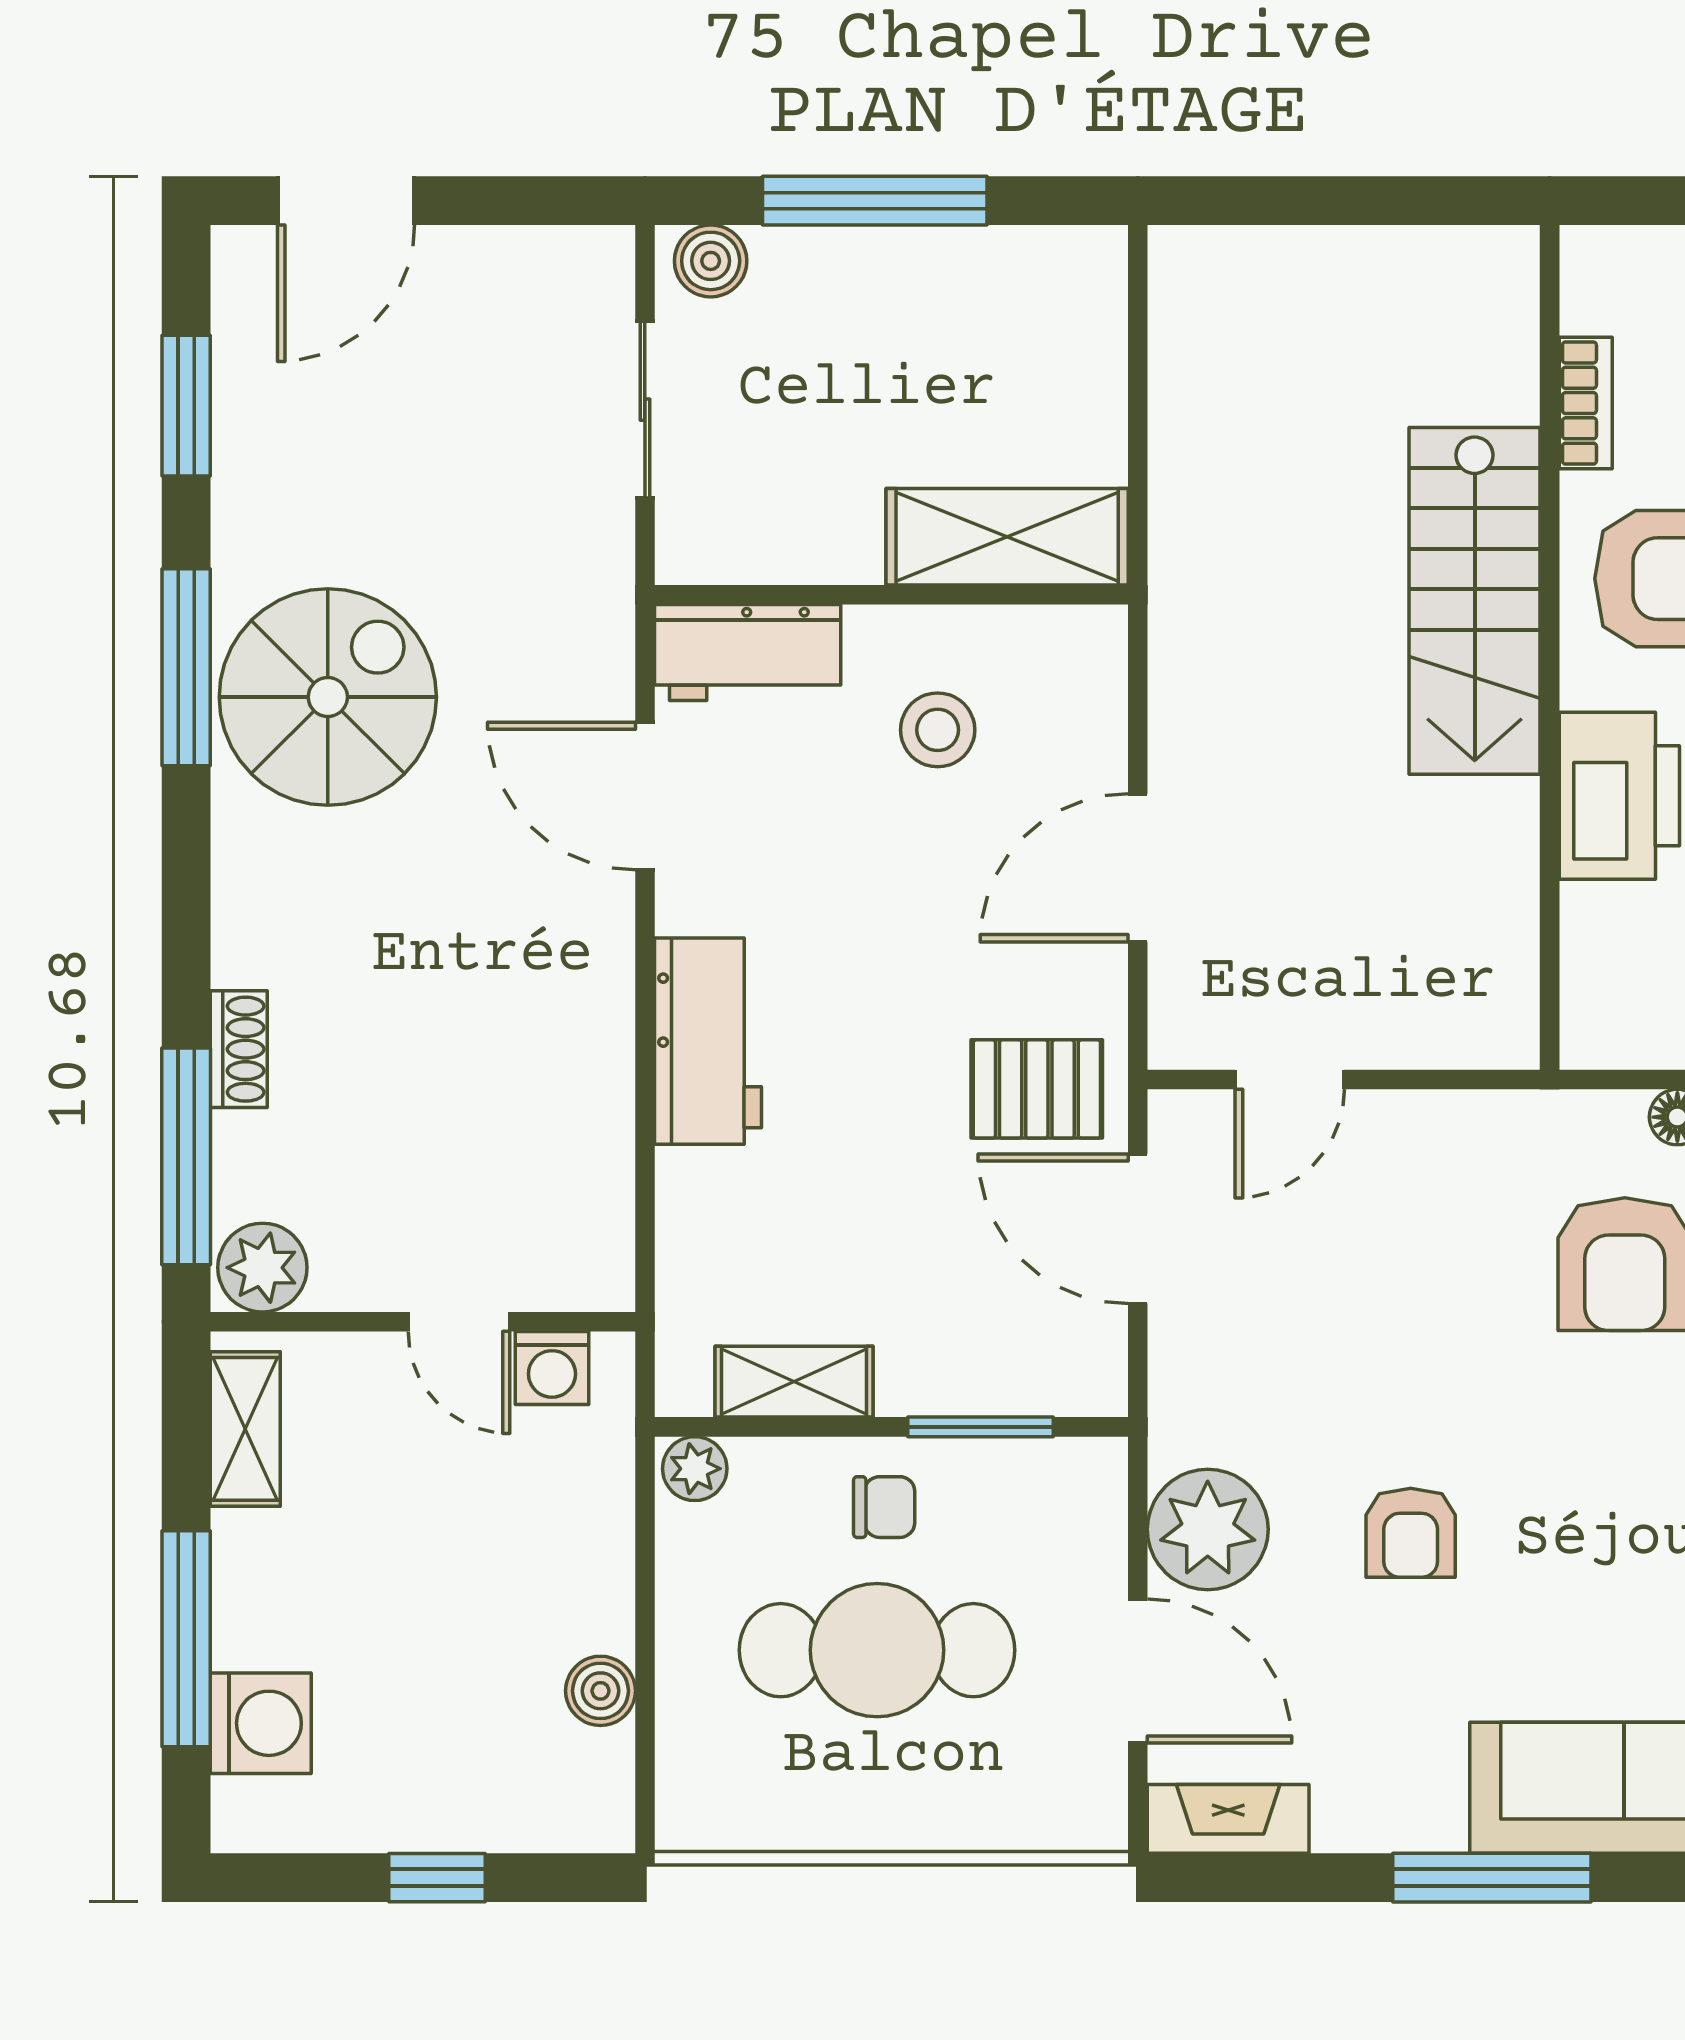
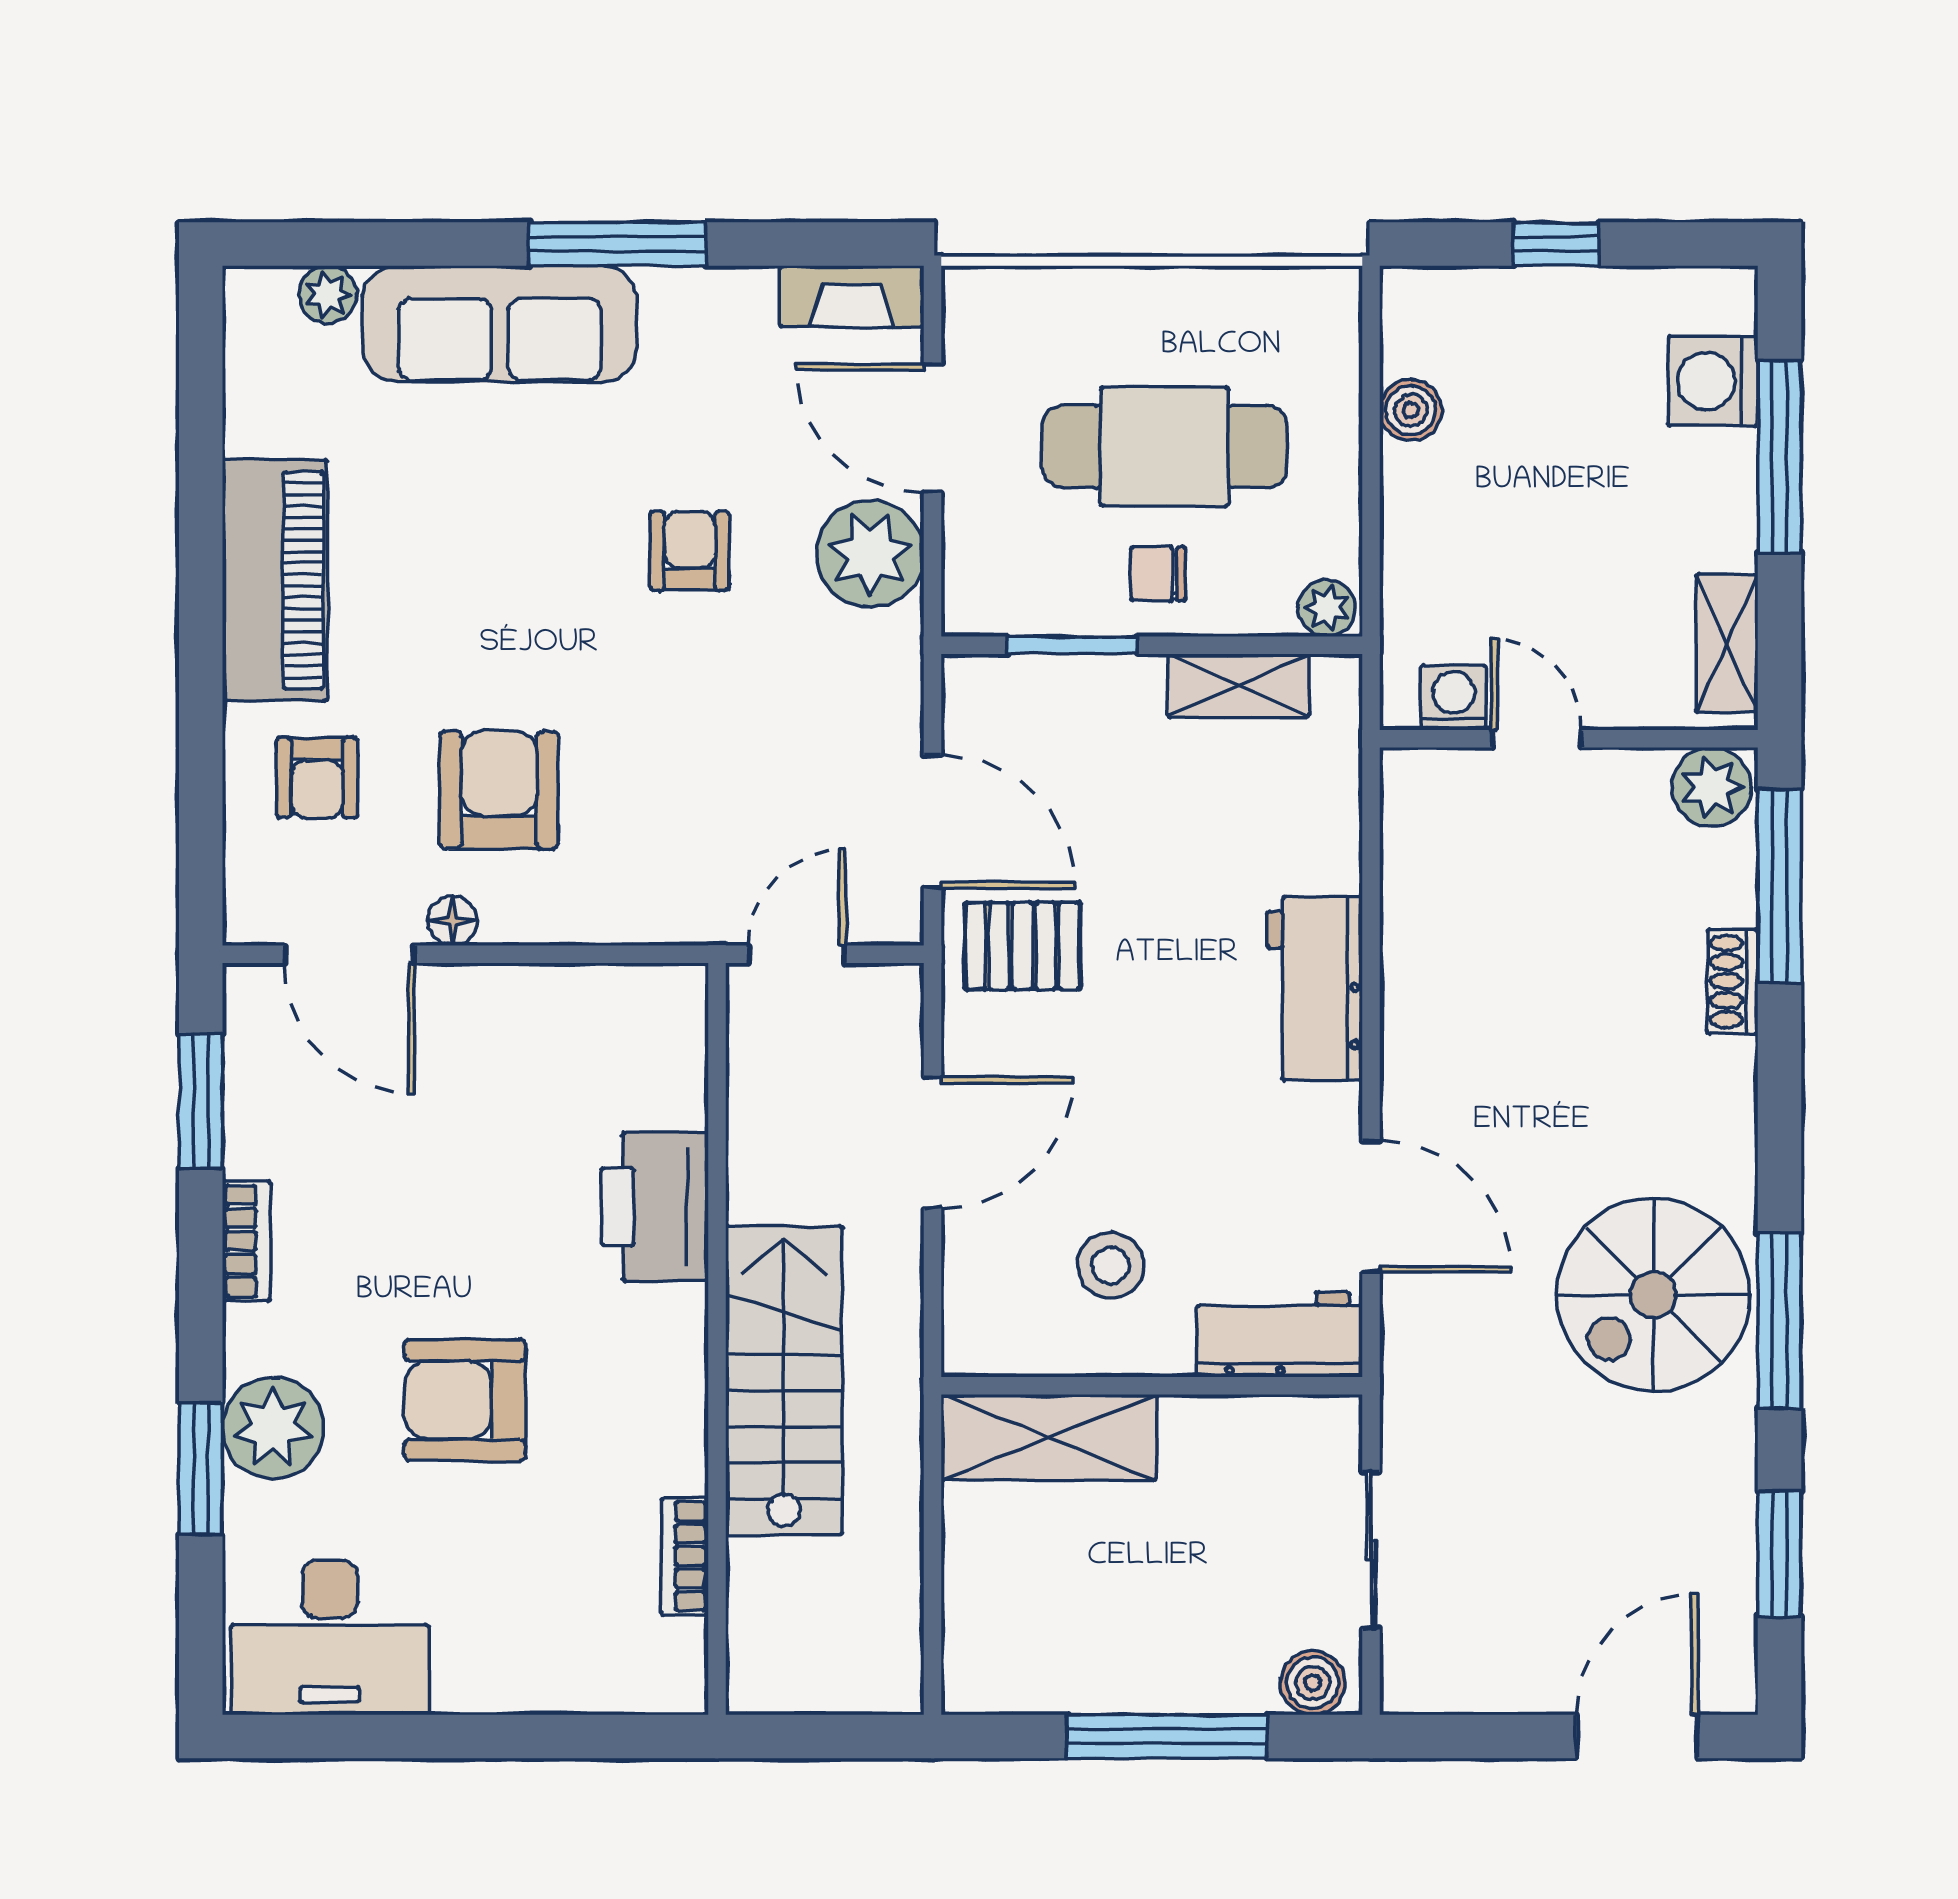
bookcase: (1586, 403) -> (685, 1556), moved
stairs: (1475, 601) -> (784, 1380), moved
wall: (1550, 647) -> (717, 1339), moved
printer: (1619, 796) -> (655, 1207), moved

